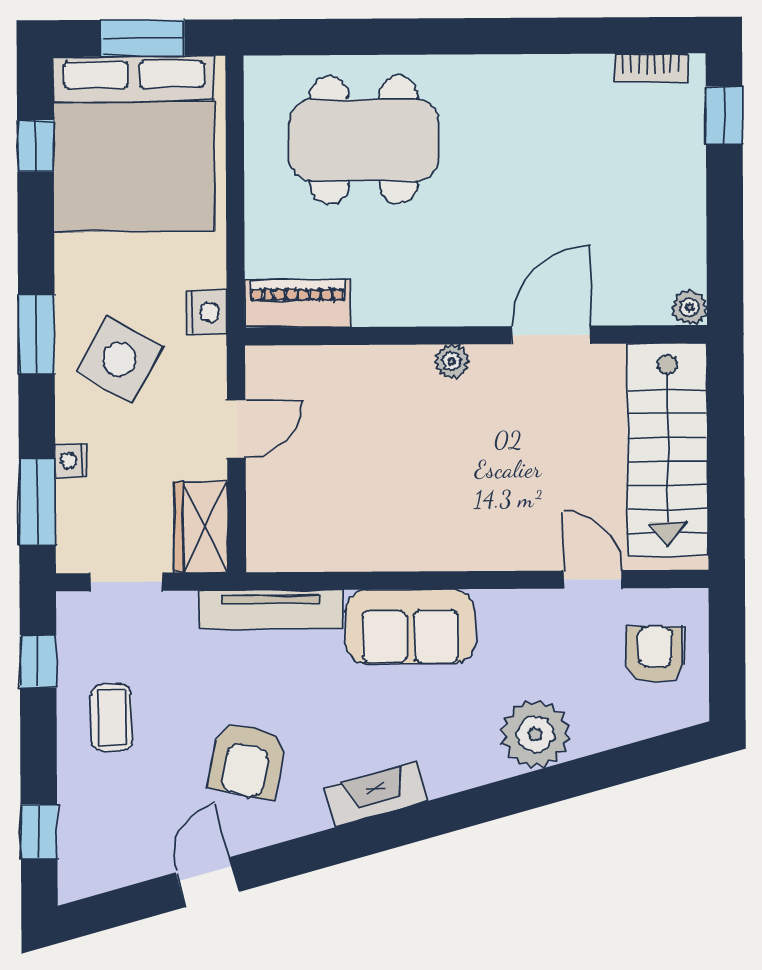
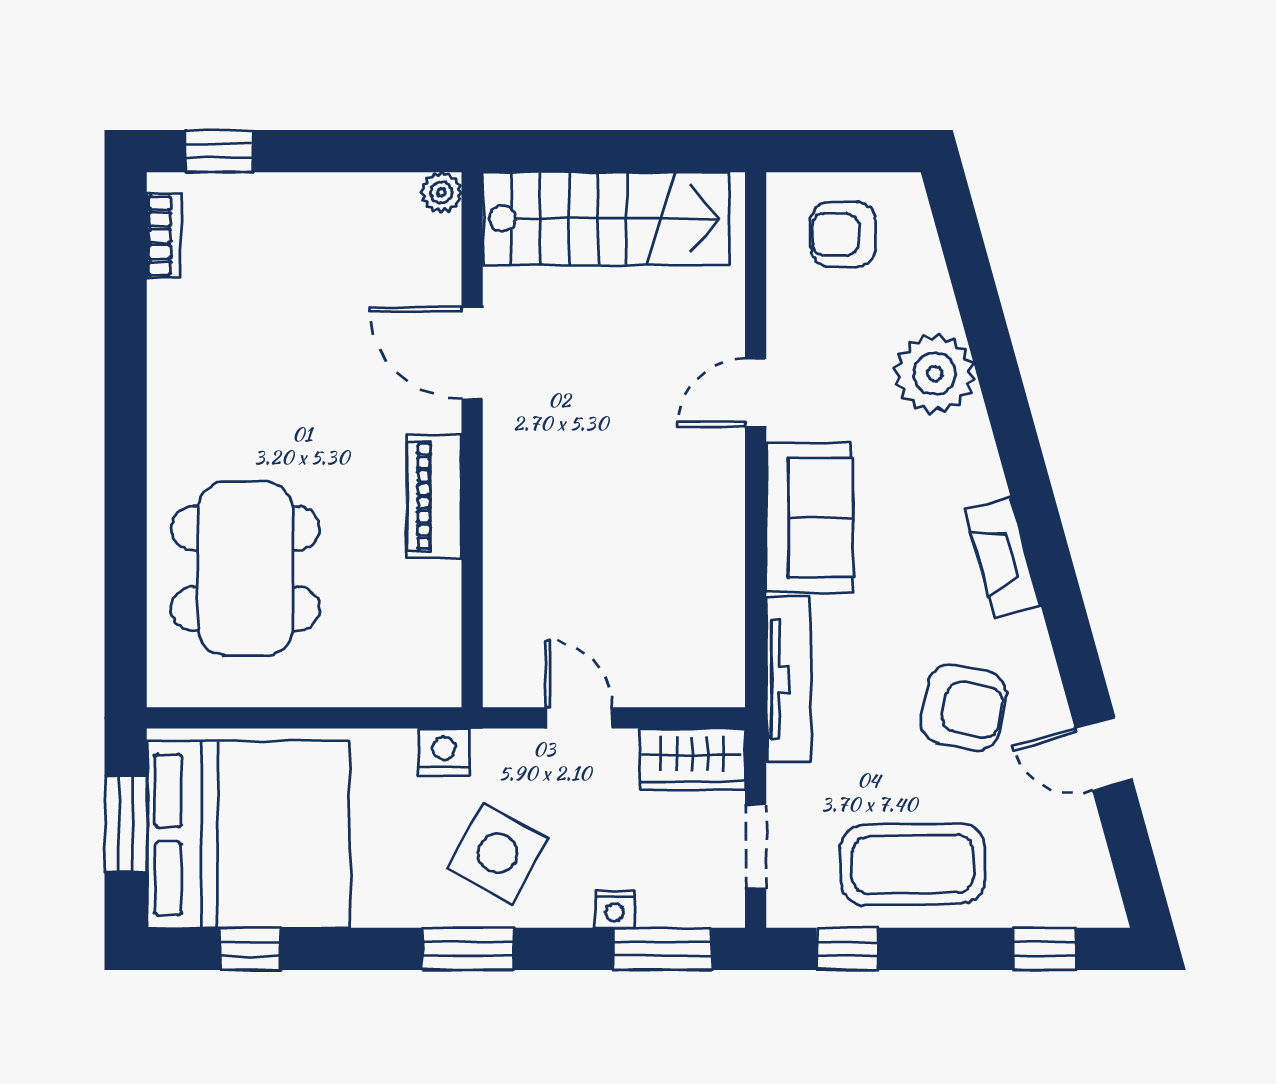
piano: (298, 304) -> (434, 496), moved
plant: (452, 362) -> (502, 468), removed
door: (593, 579) -> (756, 393), moved
coffee table: (112, 718) -> (913, 864), width x1.86, depth x1.72

